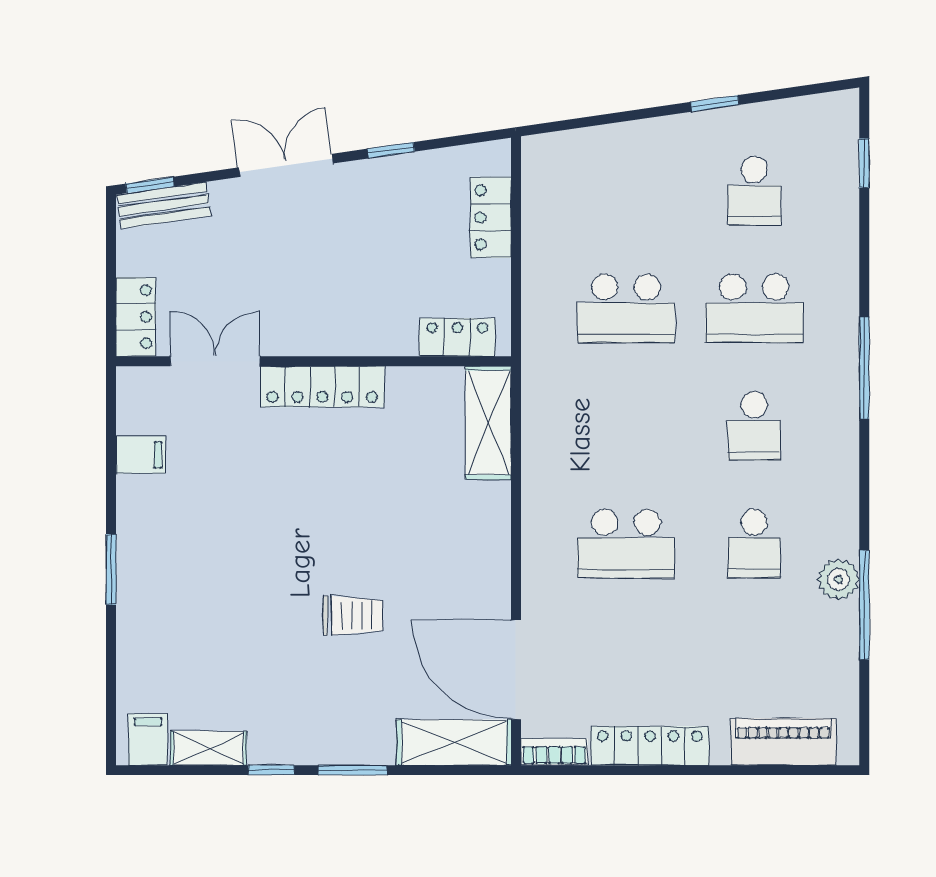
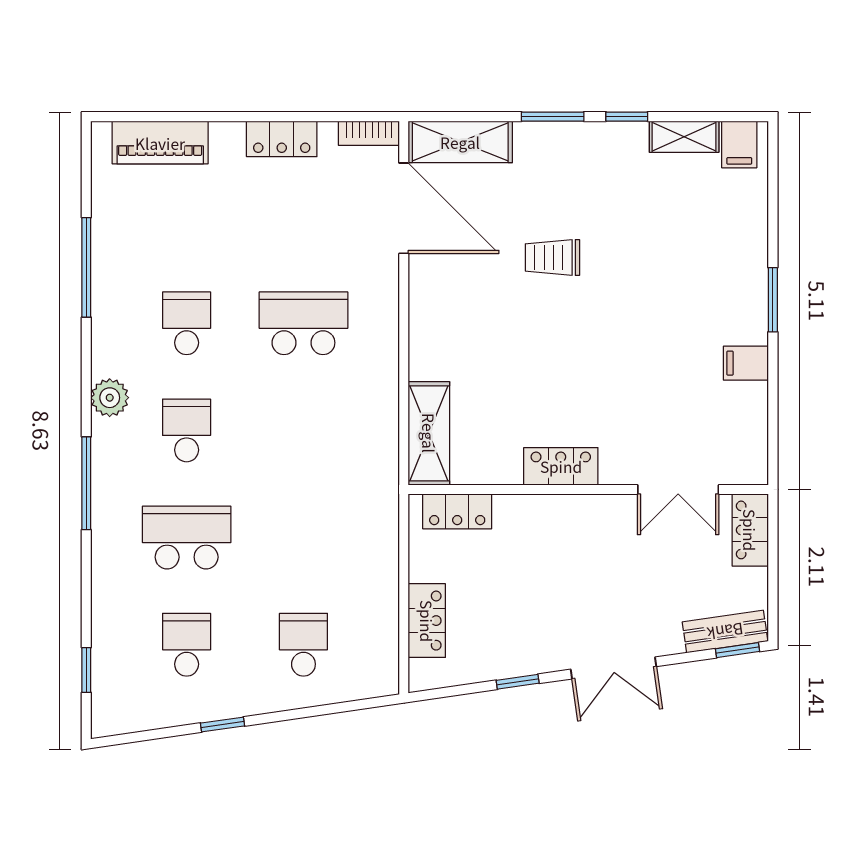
school desk: (626, 308) -> (303, 645), moved, width x0.54
locker: (322, 387) -> (561, 466), width x0.66
filing cabinet: (141, 455) -> (746, 363), moved
plant: (838, 579) -> (110, 398), moved
locker: (650, 746) -> (282, 139), width x0.66

